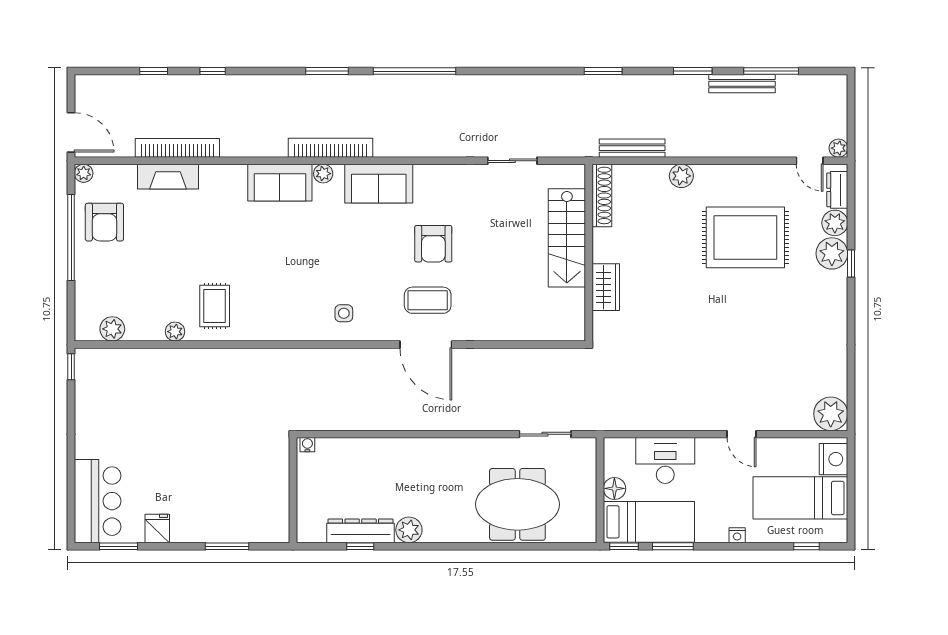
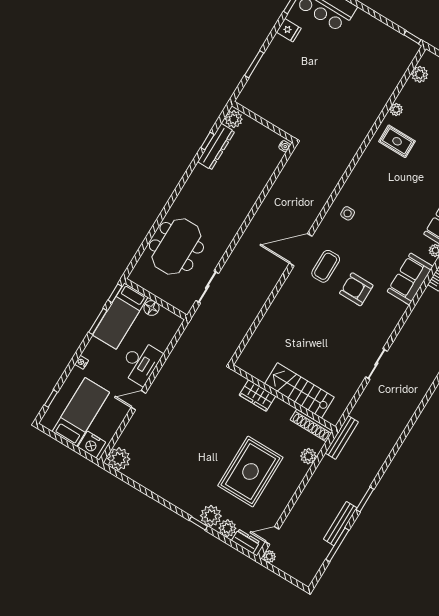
window: (603, 71) -> (396, 448), removed
shoe rack: (602, 195) -> (312, 425), moved
stairs: (567, 238) -> (299, 390), moved
wall: (589, 253) -> (283, 398), moved
wardrobe: (606, 287) -> (257, 396), moved
desk: (665, 461) -> (141, 362), moved
plant: (409, 530) -> (234, 119), moved

